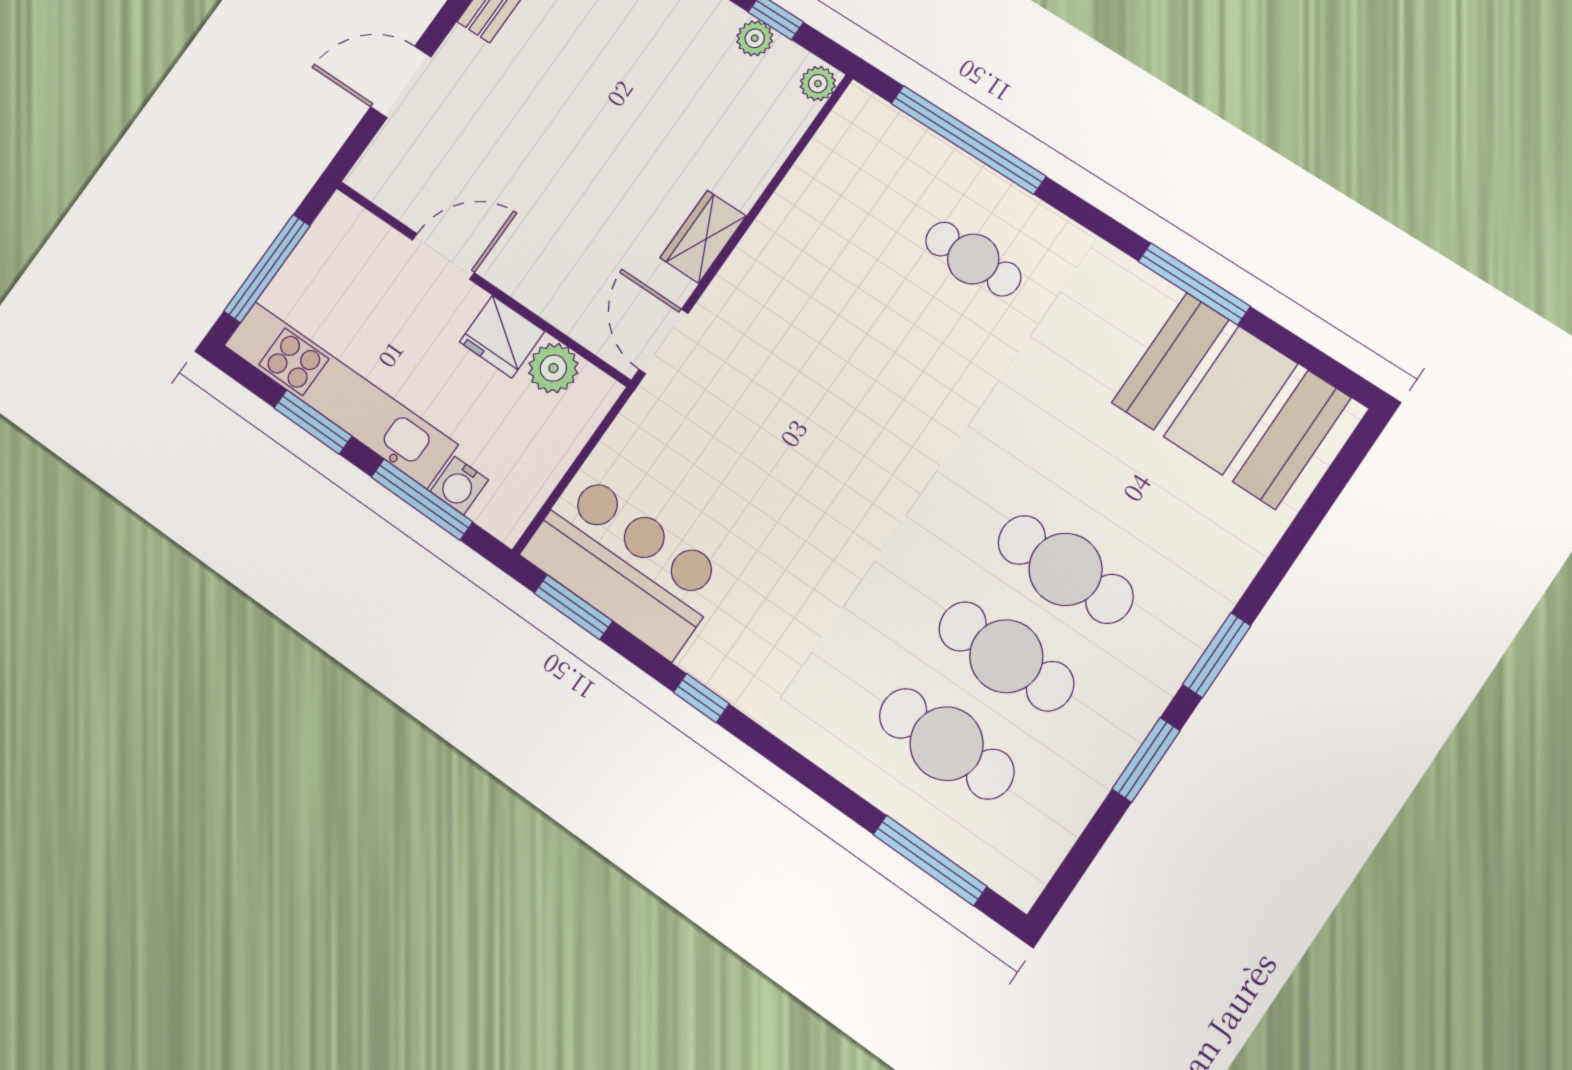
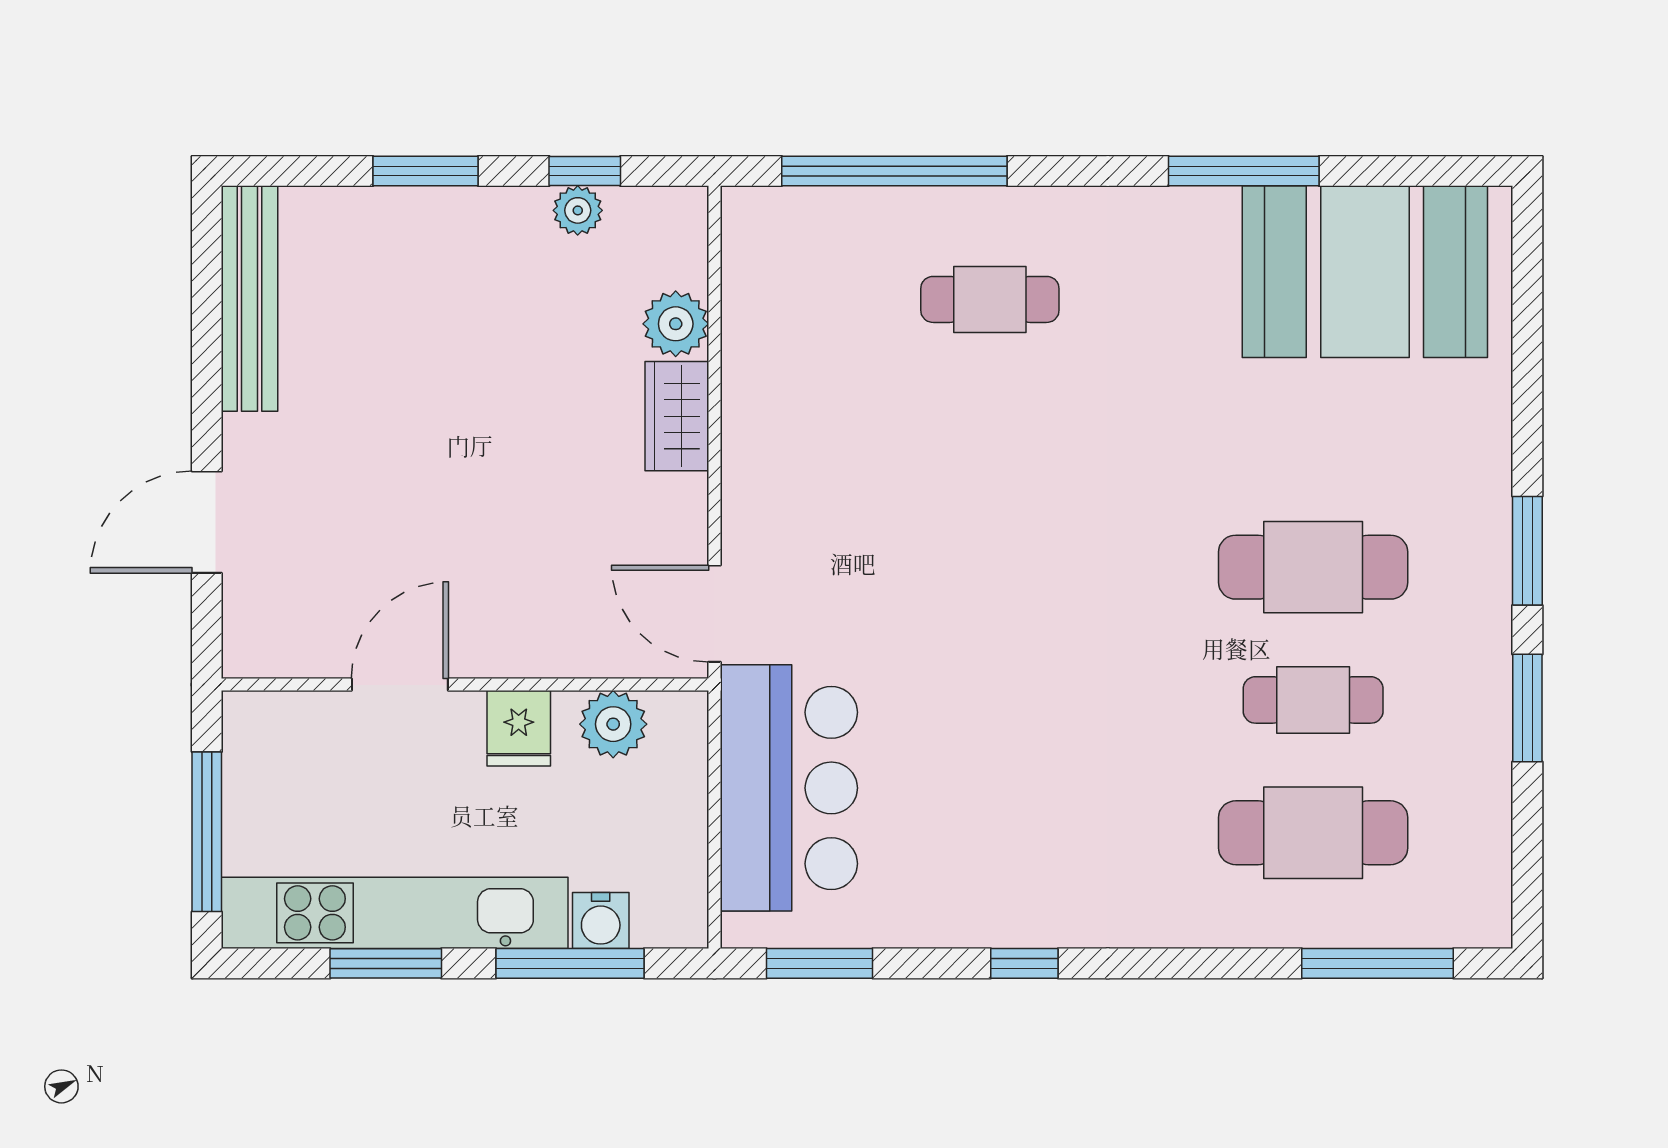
plant: (818, 84) -> (676, 324), moved, width x1.38, depth x1.38
wardrobe: (703, 237) -> (677, 416), moved
fridge: (502, 337) -> (519, 728), width x0.72
bar counter: (625, 564) -> (789, 788), moved, turned 90
cafe table: (1006, 656) -> (1313, 700), width x0.73, depth x0.74

